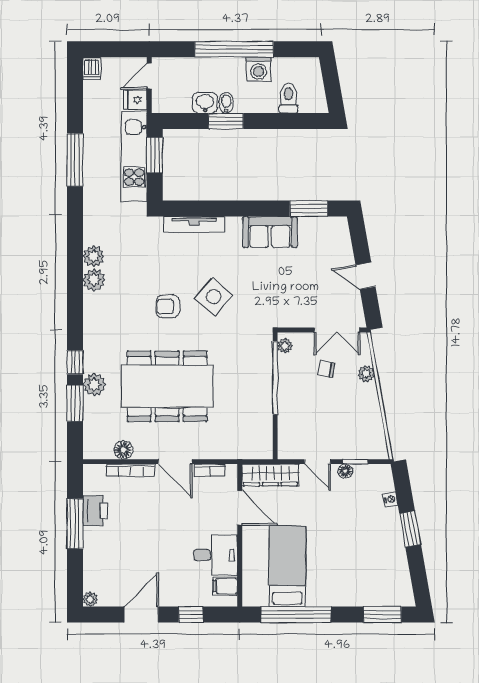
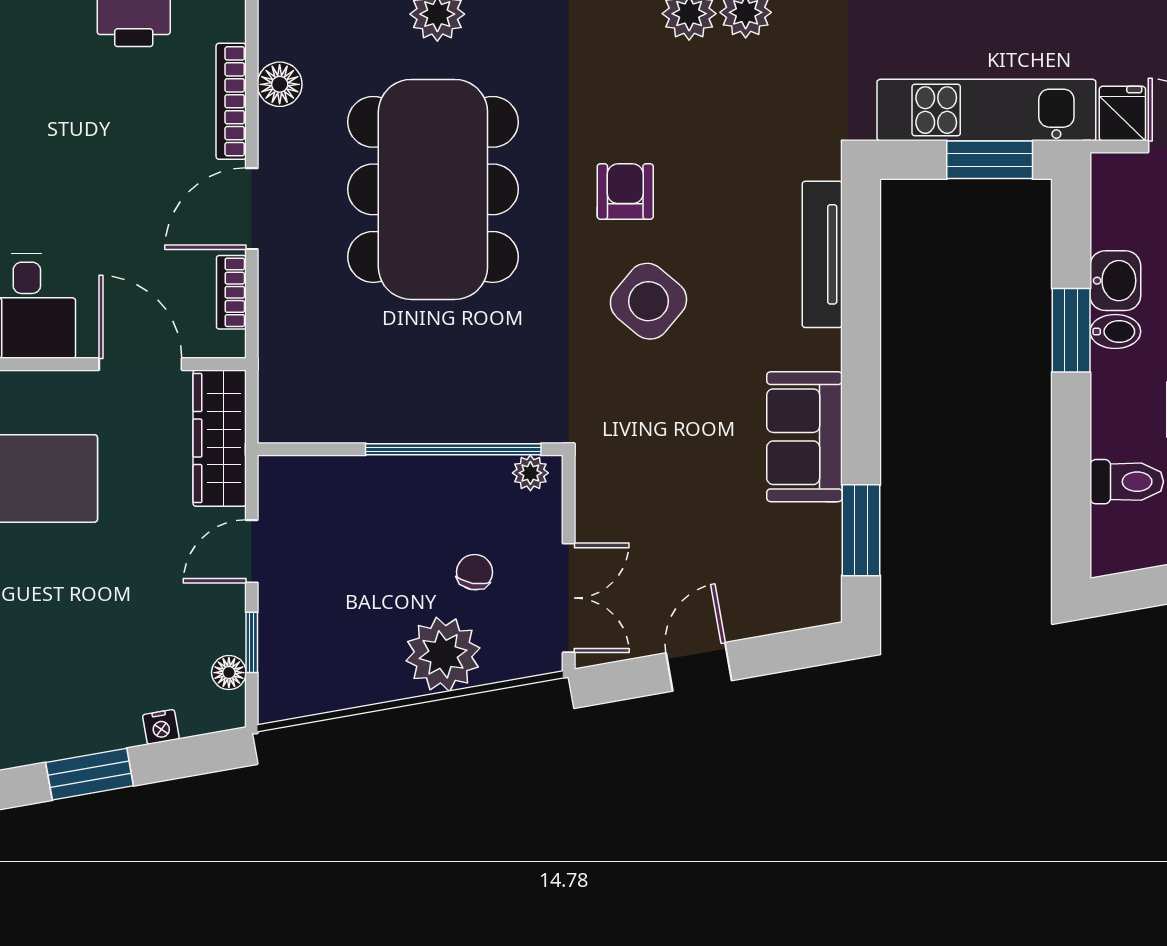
double door: (337, 330) -> (569, 598), swing flipped
plant: (366, 374) -> (443, 654), width x1.87, depth x1.87
floor lamp: (345, 471) -> (229, 673), moved
door: (240, 508) -> (140, 364), swing flipped

